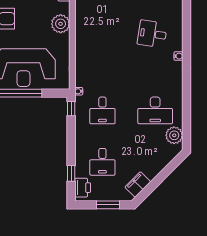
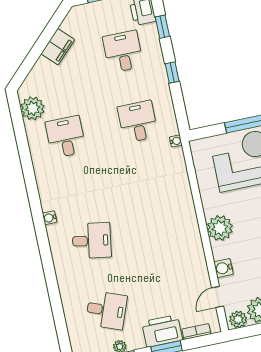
window: (71, 109) -> (172, 72), moved
desk: (155, 110) -> (66, 137), width x0.73
filing cabinet: (138, 184) -> (58, 47), moved

